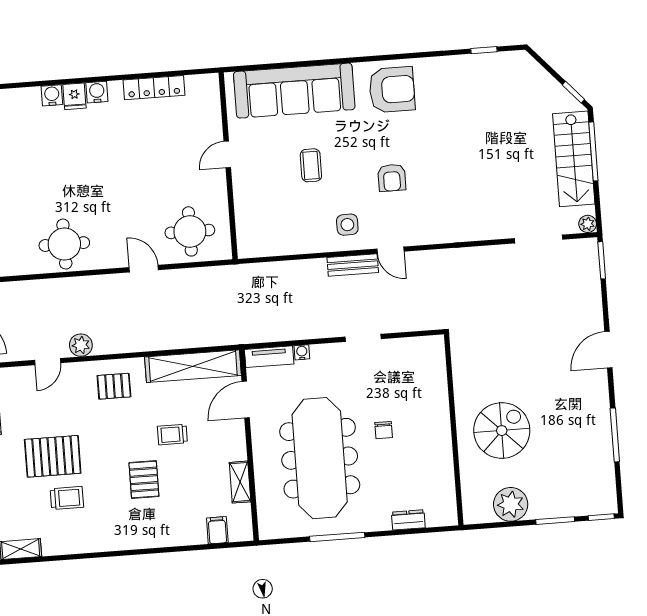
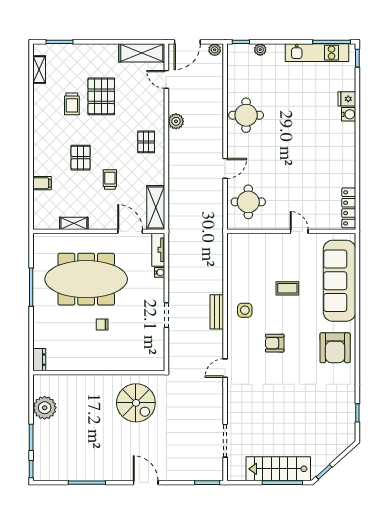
locker: (154, 88) -> (349, 208), moved
water cooler: (97, 92) -> (349, 145), removed
fridge: (74, 96) -> (347, 99), moved
plant: (588, 224) -> (233, 475), removed
door: (390, 250) -> (225, 368), moved
door: (48, 362) -> (166, 79), moved
shelving: (193, 366) -> (156, 207), width x0.68
spiral stairs: (502, 431) -> (136, 403), moved
pallet: (144, 480) -> (81, 158), turned 90
dresser: (408, 520) -> (39, 360), moved
filing cabinet: (217, 530) -> (42, 183), moved

